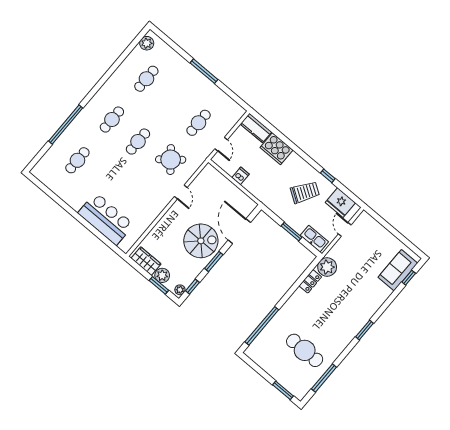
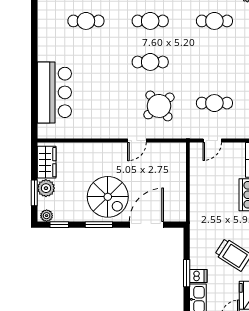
dishwasher: (241, 176) -> (198, 276), moved

